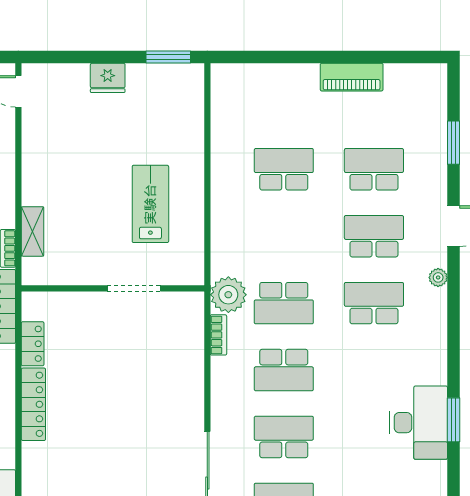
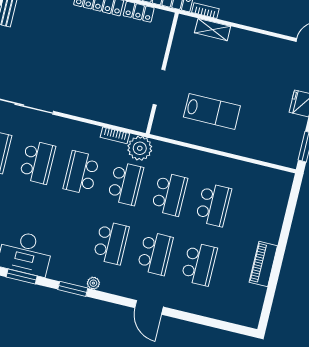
window: (454, 143) -> (73, 289), moved
school desk: (284, 236) -> (169, 194), added
plant: (438, 277) -> (93, 283), moved
school desk: (284, 303) -> (125, 183), turned 180

